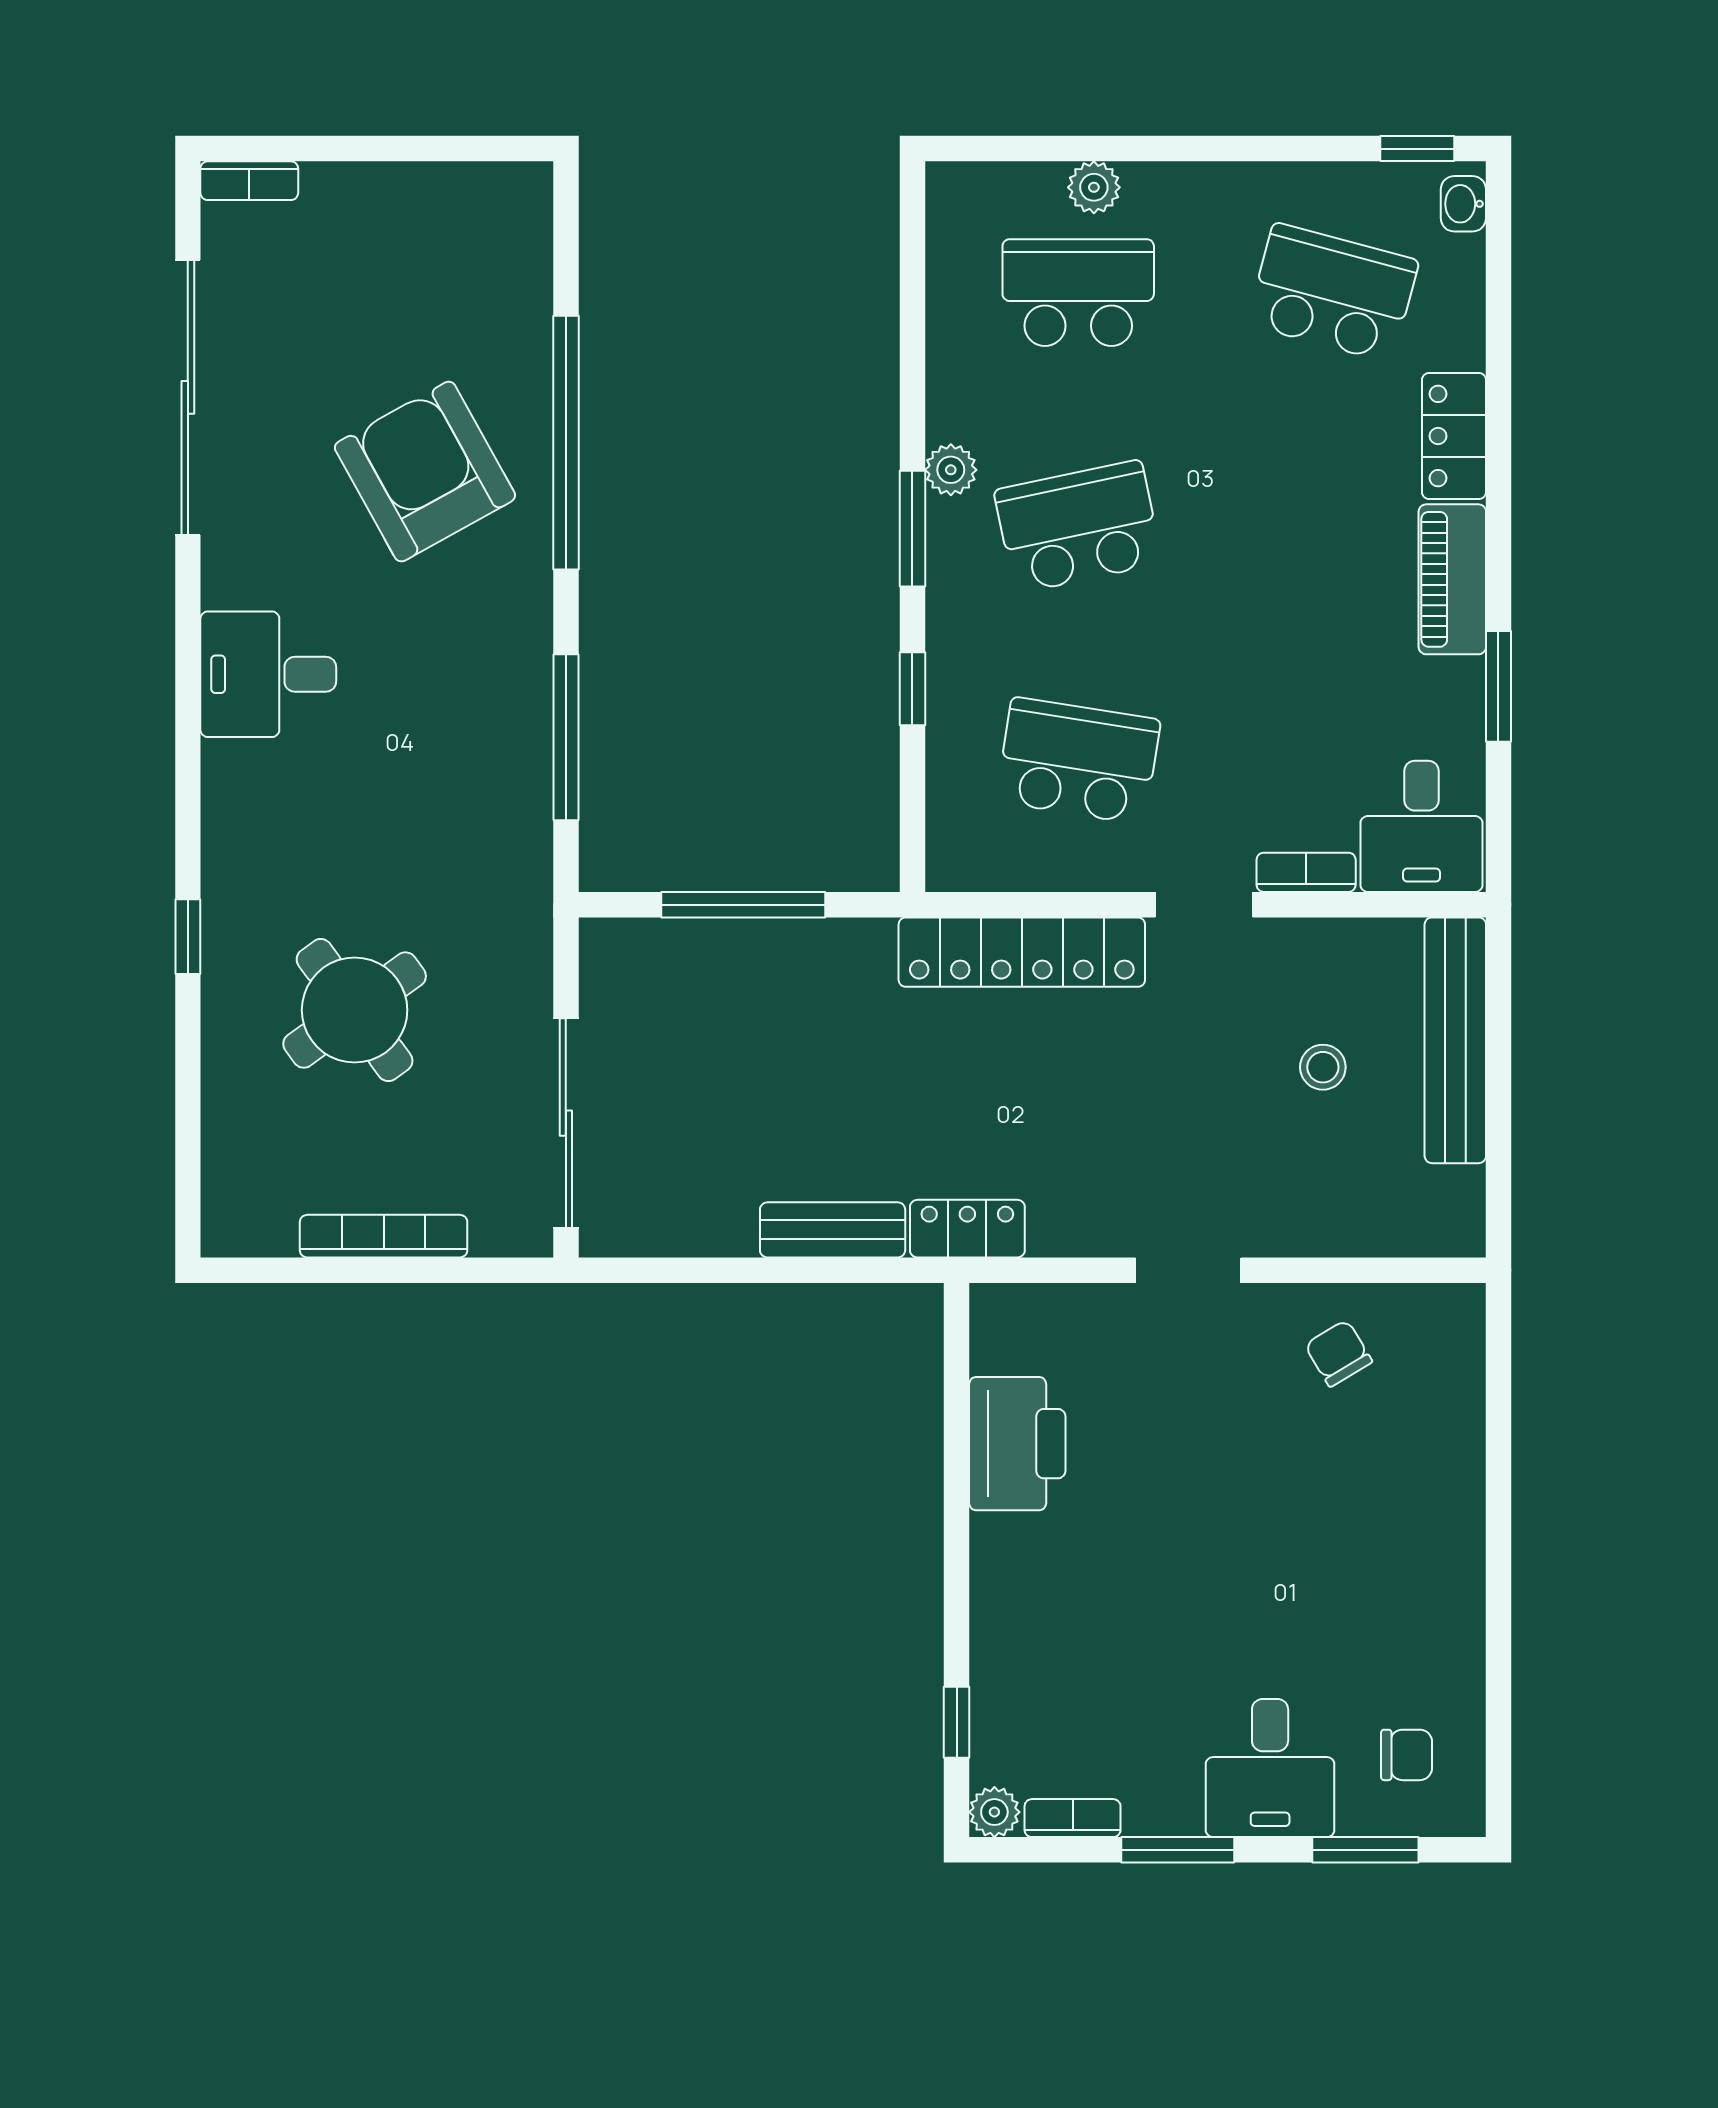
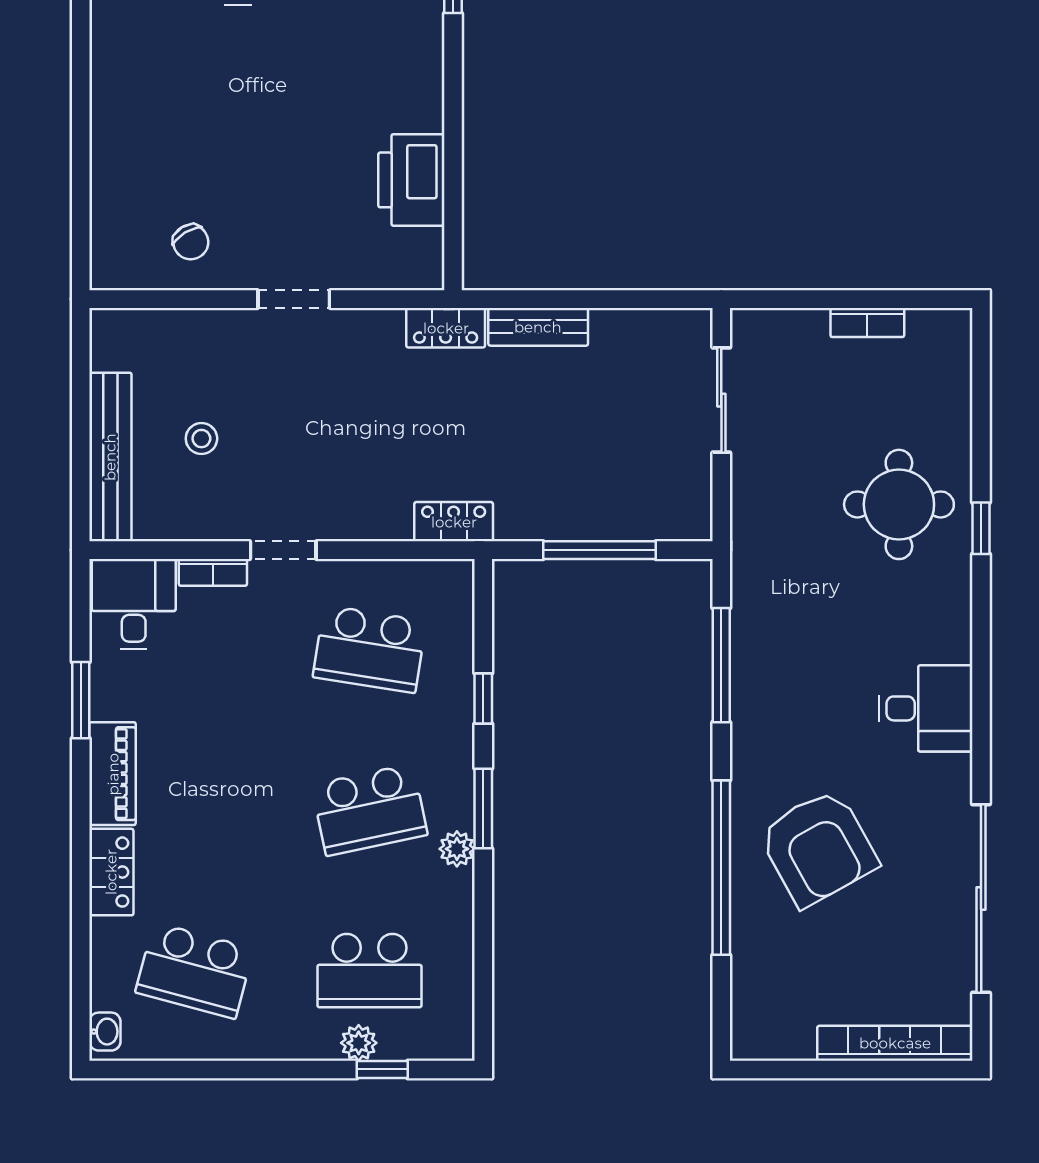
window: (1417, 149) -> (382, 1069), moved
bookcase: (249, 181) -> (895, 1043), width x2.31, depth x1.31
locker: (1022, 952) -> (454, 522), width x0.46, depth x0.83
round table: (355, 1010) -> (899, 504), moved, turned 36
sliding door: (566, 1123) -> (721, 400), width x0.73
bookcase: (384, 1236) -> (867, 322), width x0.64

